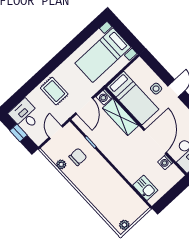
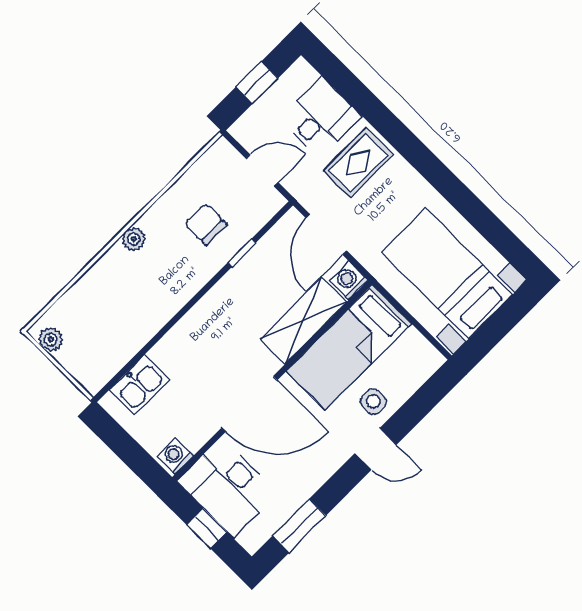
door: (84, 106) -> (326, 234), hinge flipped
desk: (25, 115) -> (321, 118), moved
chair: (78, 157) -> (206, 224), turned 180
washing machine: (165, 162) -> (175, 456), moved
plant: (61, 164) -> (134, 239), moved

